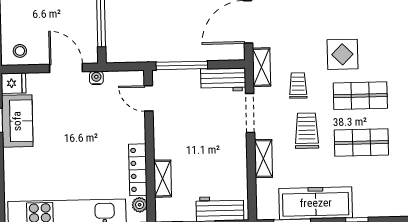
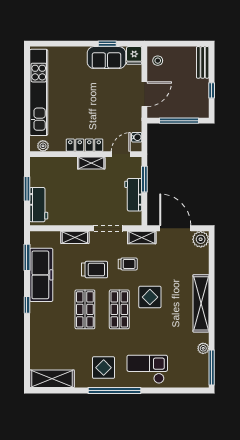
window: (182, 65) -> (144, 179), width x0.69
water cooler: (96, 78) -> (137, 137), moved
workbench: (223, 80) -> (133, 195), moved
locker: (138, 170) -> (85, 145), moved
shelving: (163, 179) -> (91, 163), moved

